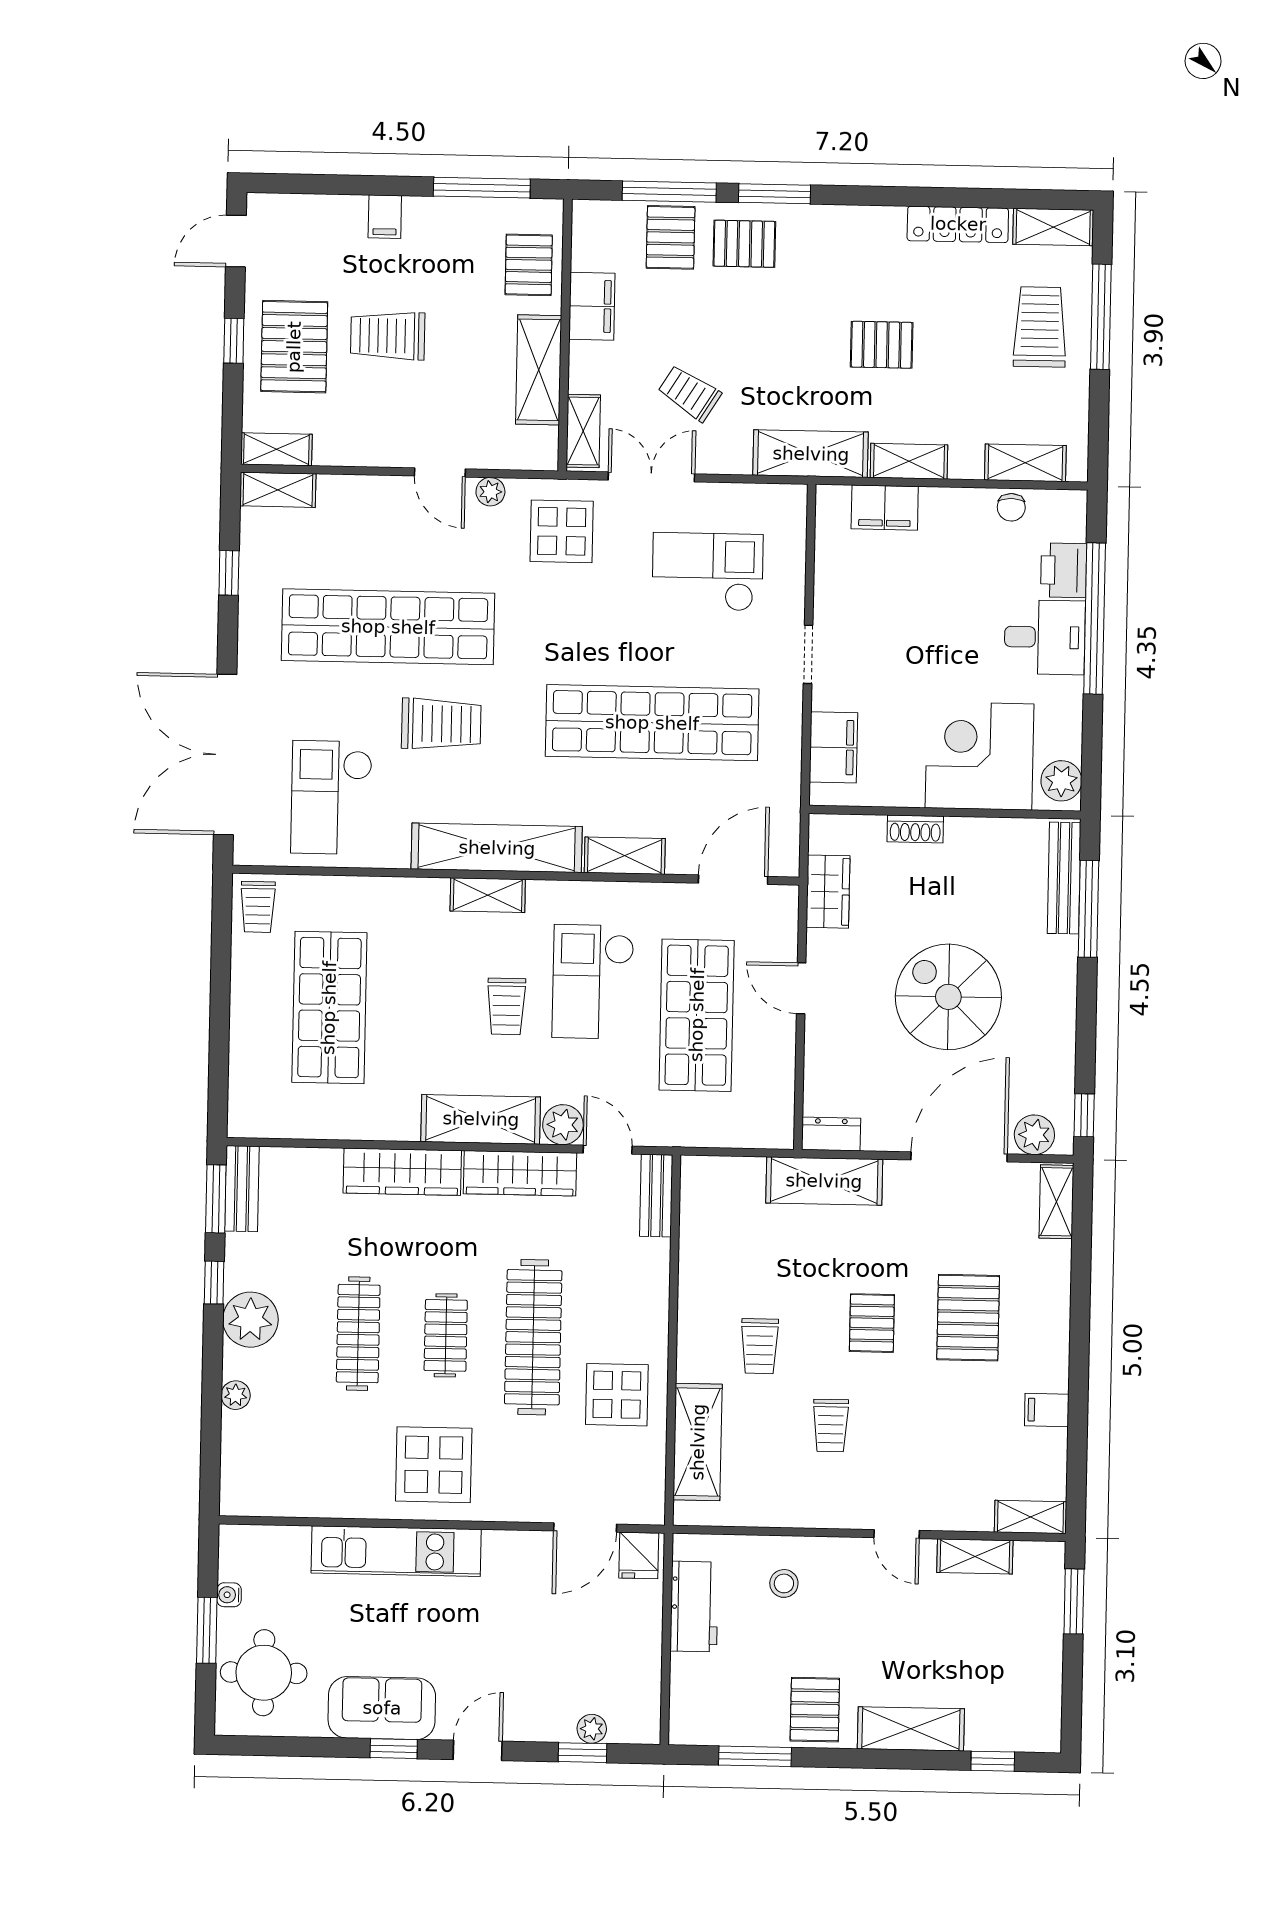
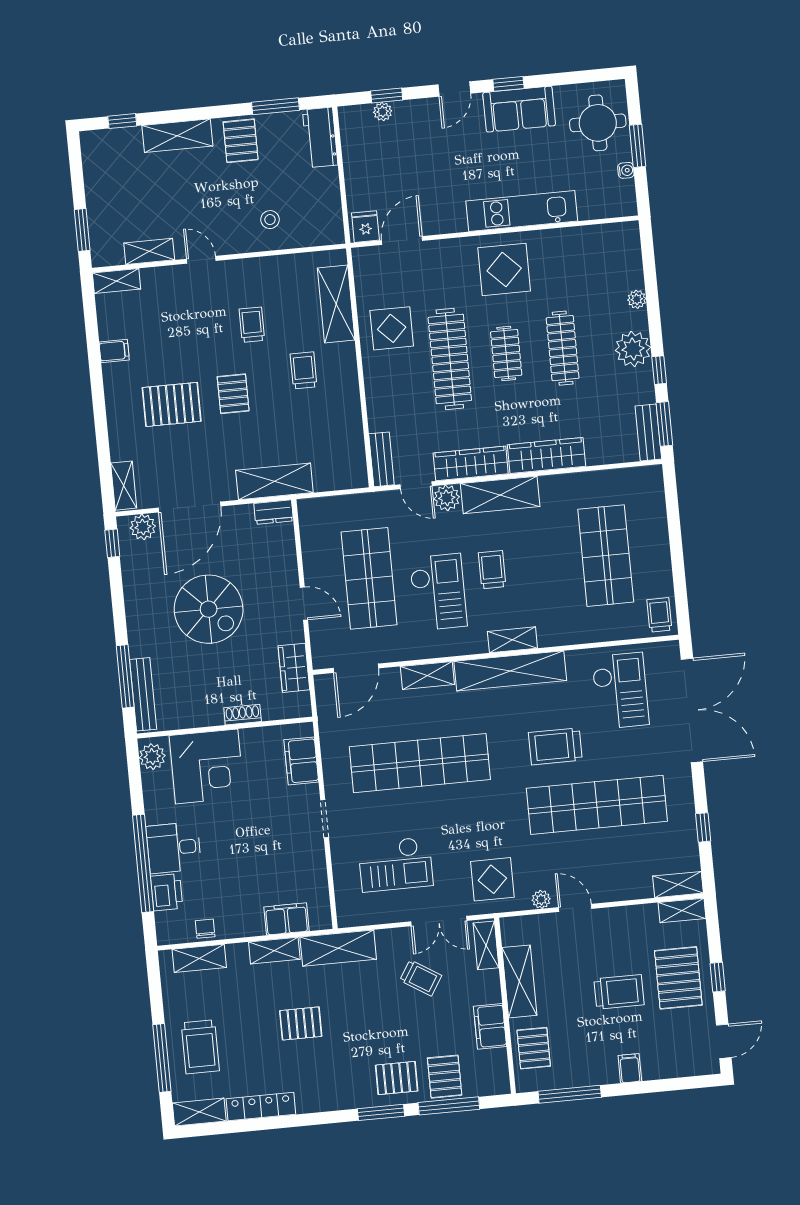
pallet: (968, 1318) -> (172, 404), turned 90
workbench: (694, 1607) -> (320, 137), moved

